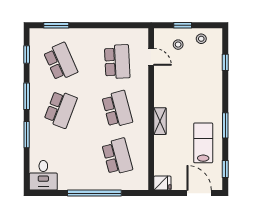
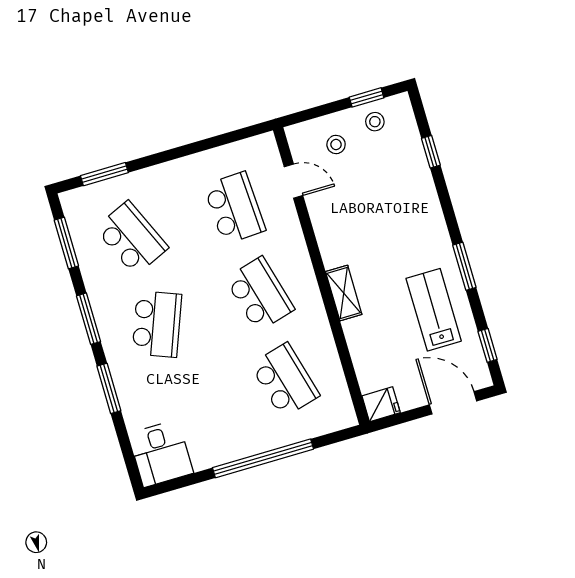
window: (183, 25) -> (367, 97), moved
window: (27, 55) -> (66, 243), width x1.50

